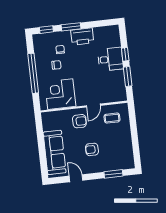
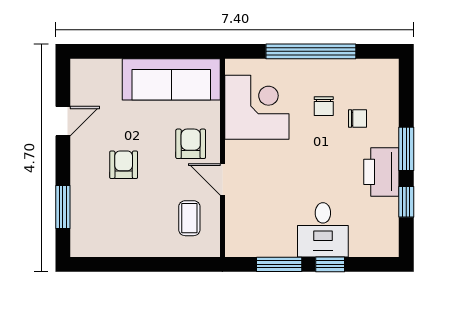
window: (46, 30) -> (406, 202), moved
armchair: (79, 121) -> (191, 144), turned 180
sofa: (55, 152) -> (171, 79), moved

